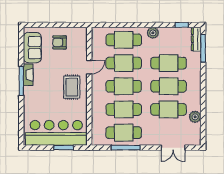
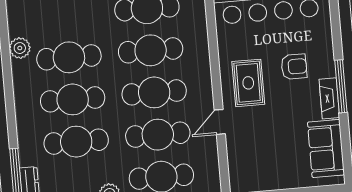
armchair: (60, 42) -> (294, 67), moved

